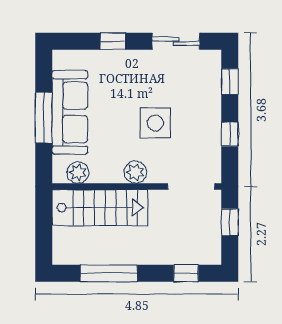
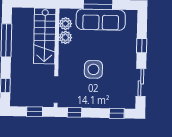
window: (230, 134) -> (74, 112), moved
plant: (135, 172) -> (65, 37), moved

